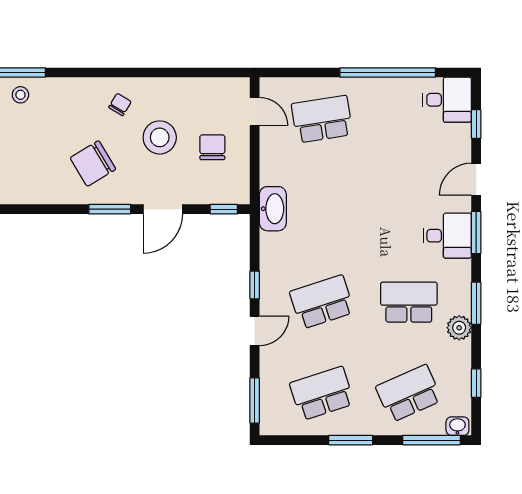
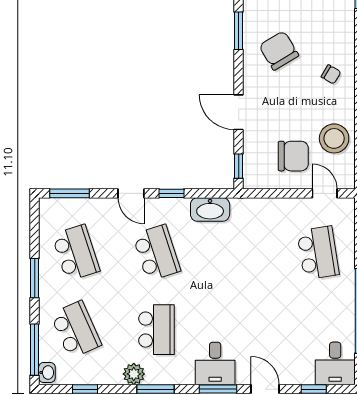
door: (255, 112) -> (325, 193), swing flipped
stool: (160, 137) -> (334, 138), moved
chair: (212, 147) -> (293, 156), width x1.37, depth x1.37
window: (110, 209) -> (239, 31), moved
washbasin: (273, 209) -> (210, 209), moved

